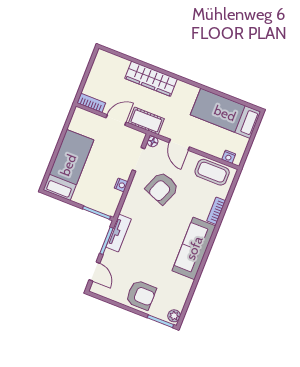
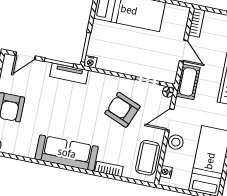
stool: (202, 143) -> (176, 142), added
nightstand: (121, 185) -> (90, 62), moved

